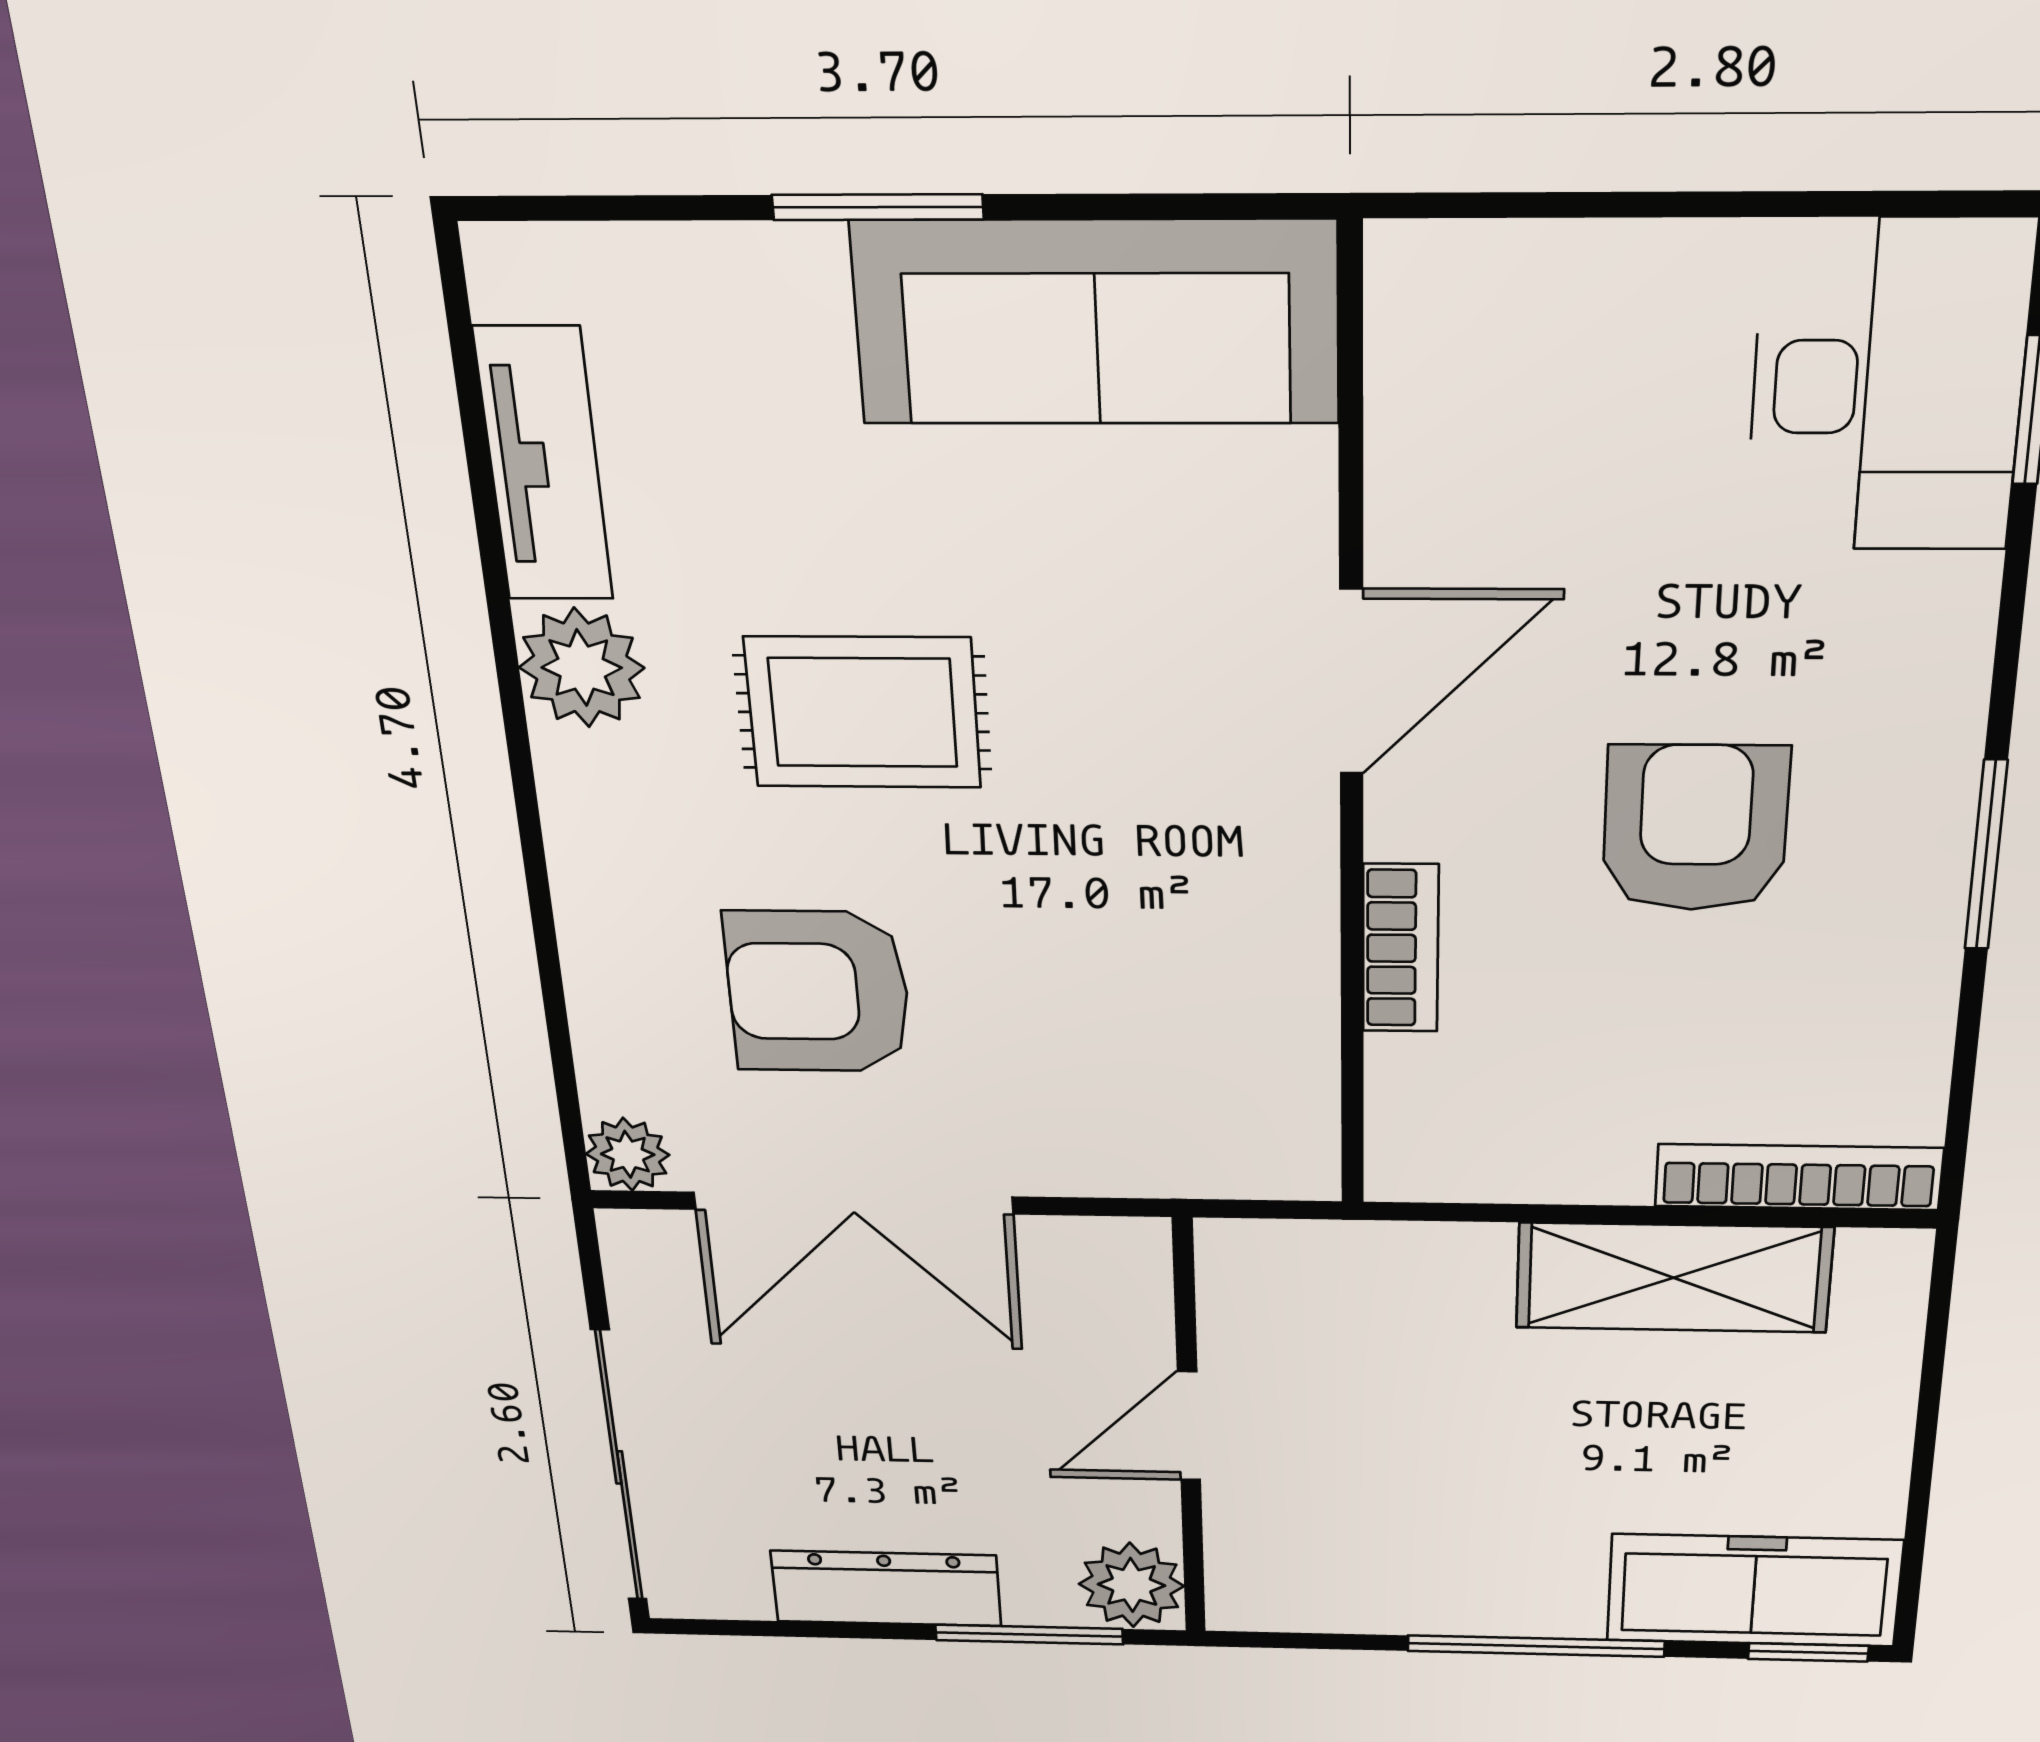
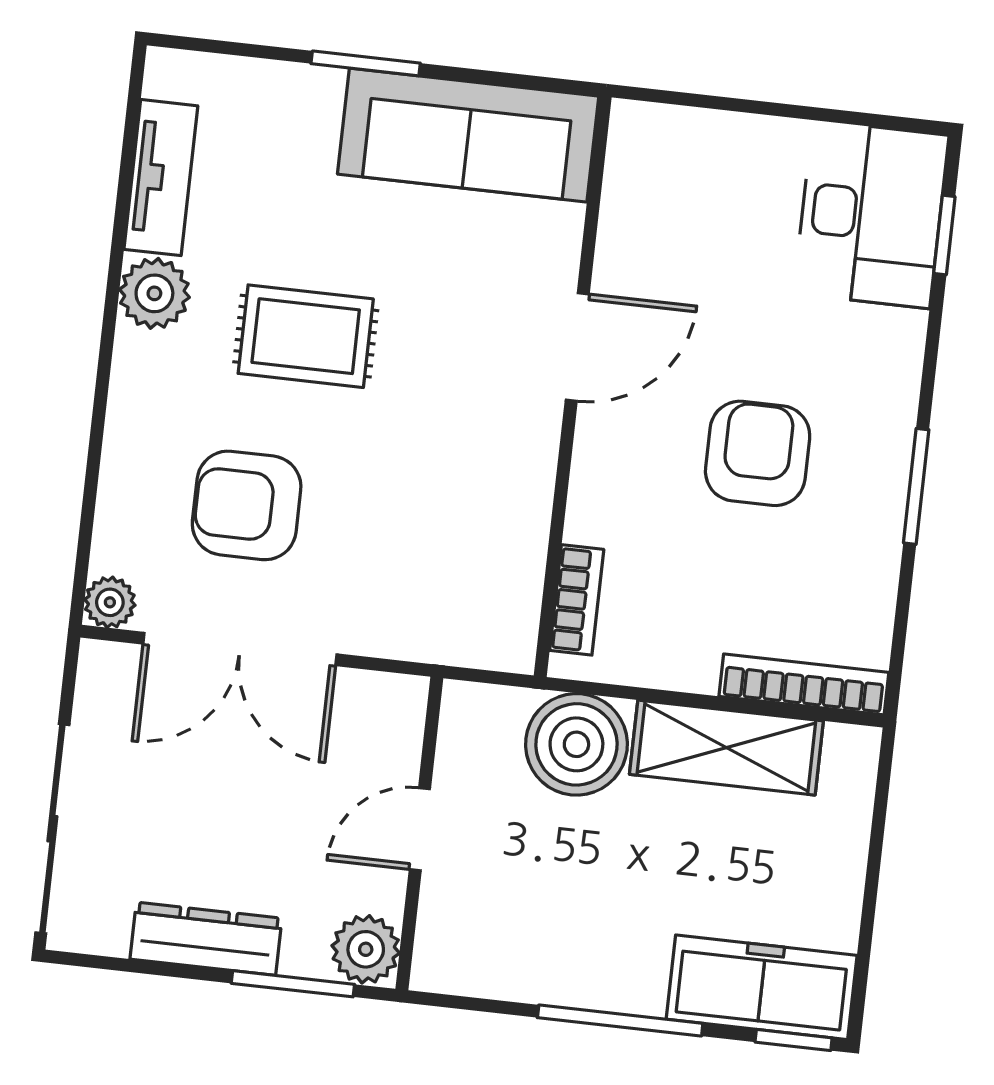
bookcase: (1400, 948) -> (577, 600), moved
boiler: (1425, 1293) -> (576, 744), added

